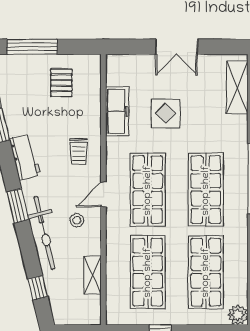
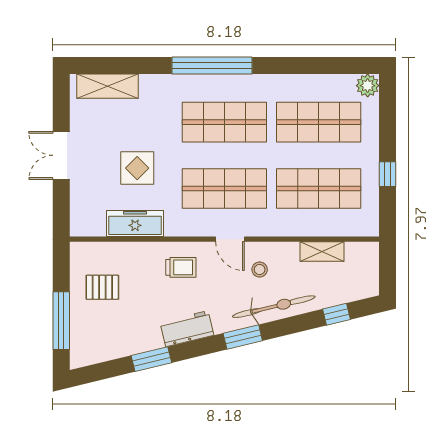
double door: (177, 47) -> (61, 155), swing flipped

